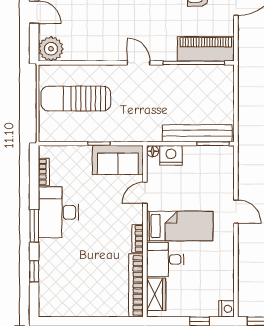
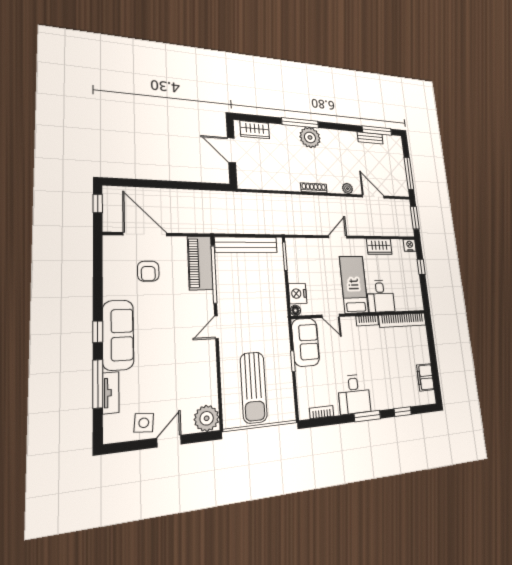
bench: (197, 133) -> (246, 245), moved, turned 90
desk: (59, 212) -> (354, 394), width x0.73
wardrobe: (156, 294) -> (379, 247), moved, turned 180
filing cabinet: (69, 307) -> (425, 377), added

